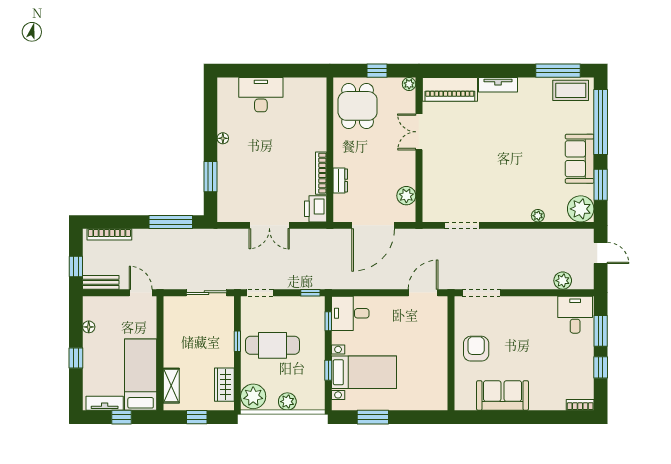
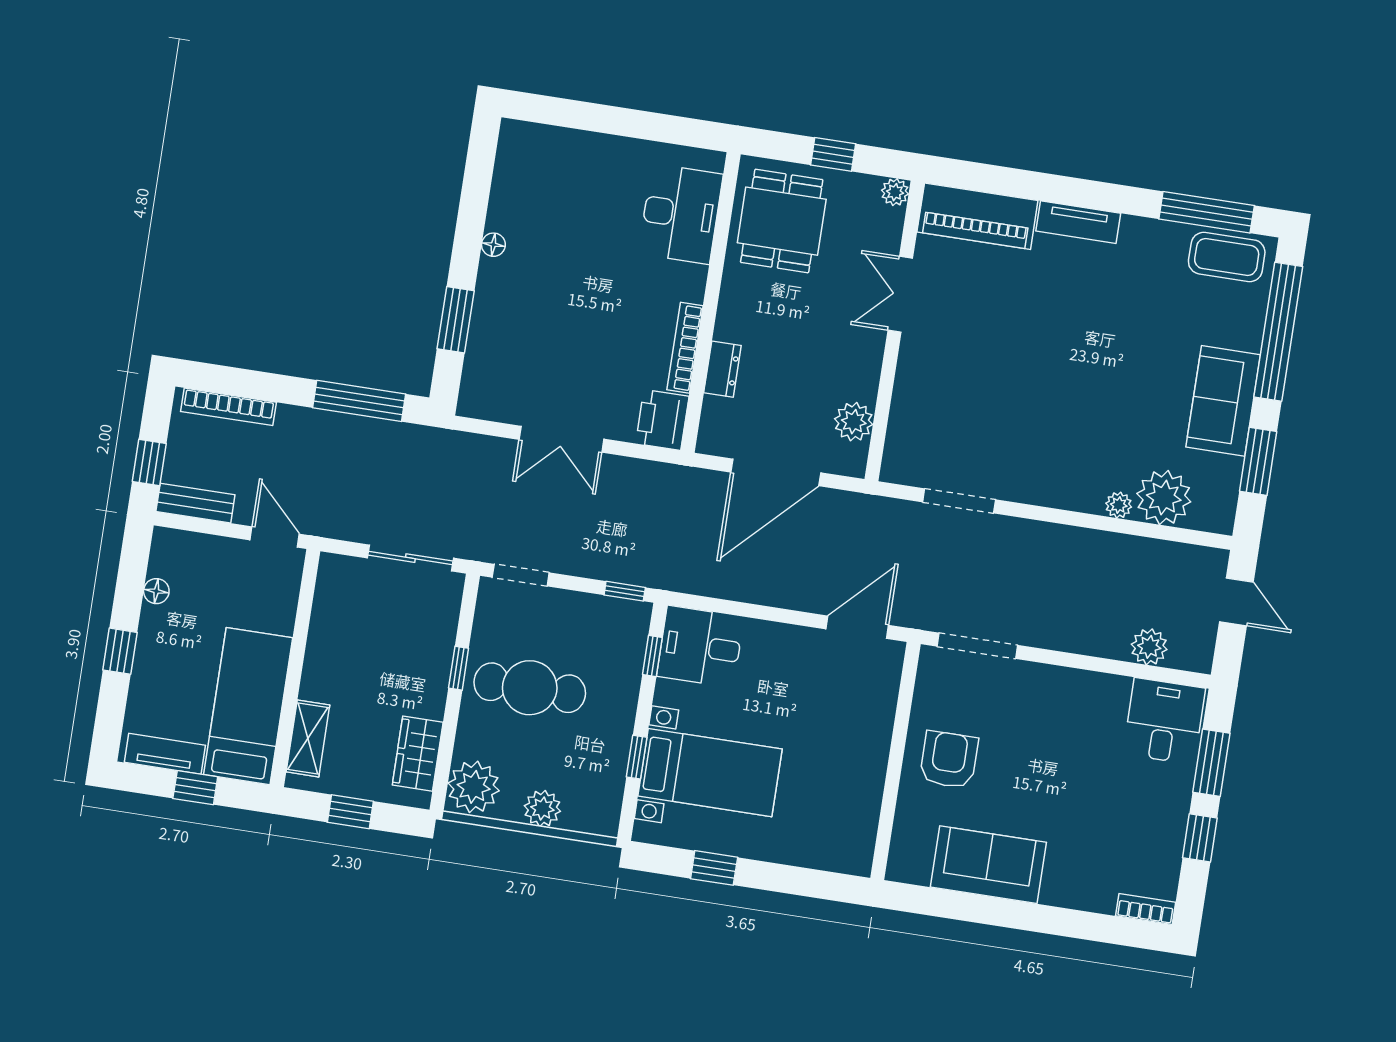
desk: (261, 95) -> (681, 214), moved, turned 90
plant: (581, 209) -> (1164, 498), moved
window: (373, 417) -> (714, 868), width x0.67

